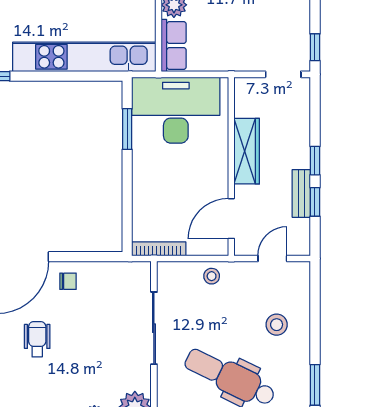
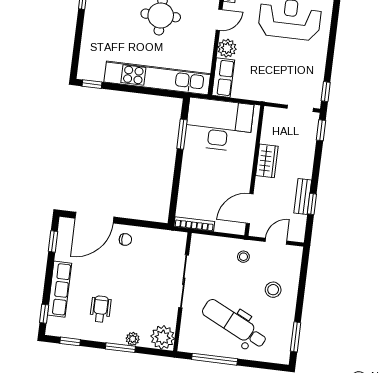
wardrobe: (247, 151) -> (267, 161), width x0.67
window: (315, 161) -> (321, 130), moved
stool: (212, 276) -> (243, 257), moved
wheelchair: (37, 339) -> (101, 309), moved

